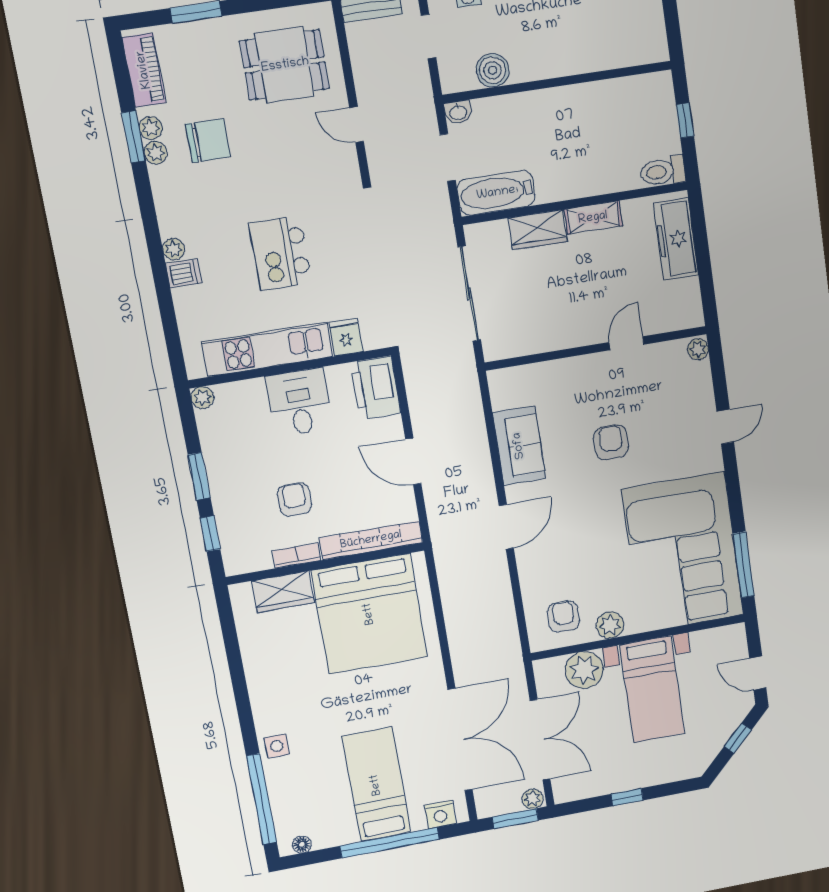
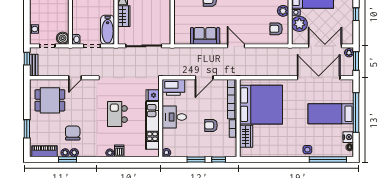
dining table: (285, 65) -> (50, 100), turned 90
boiler: (493, 70) -> (63, 38), moved
kitchen island: (280, 253) -> (117, 114), turned 90
nightstand: (440, 814) -> (348, 137), moved

